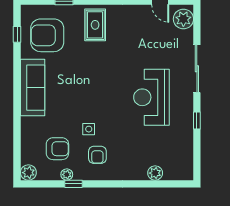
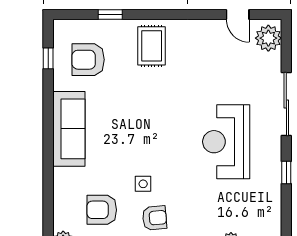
armchair: (47, 35) -> (88, 60), width x0.73, depth x0.73
armchair: (57, 149) -> (102, 210), turned 180
armchair: (97, 155) -> (155, 218), turned -95

